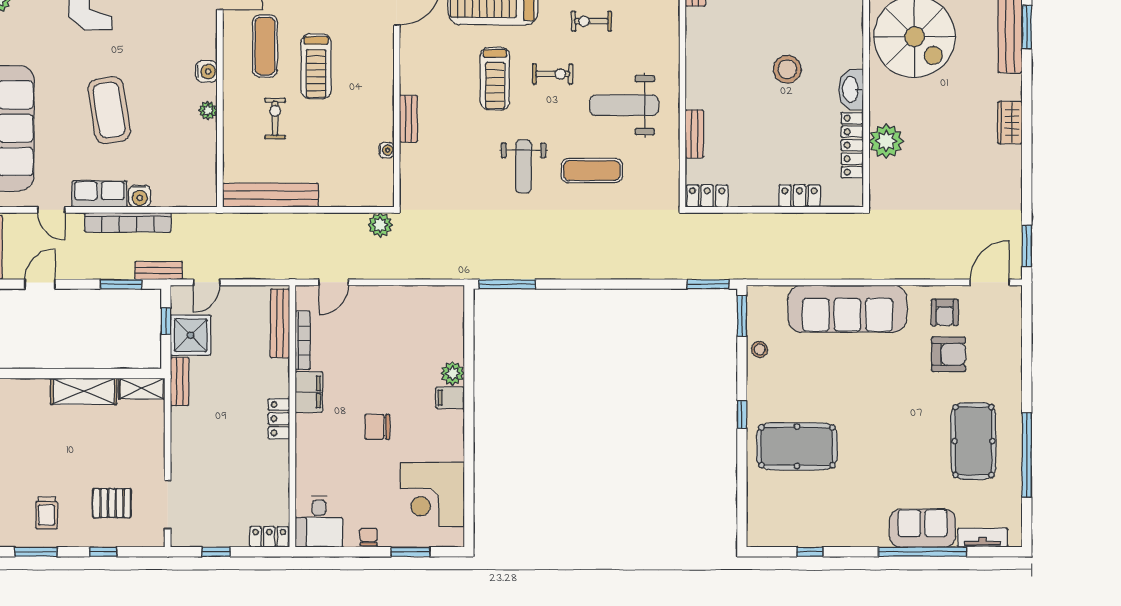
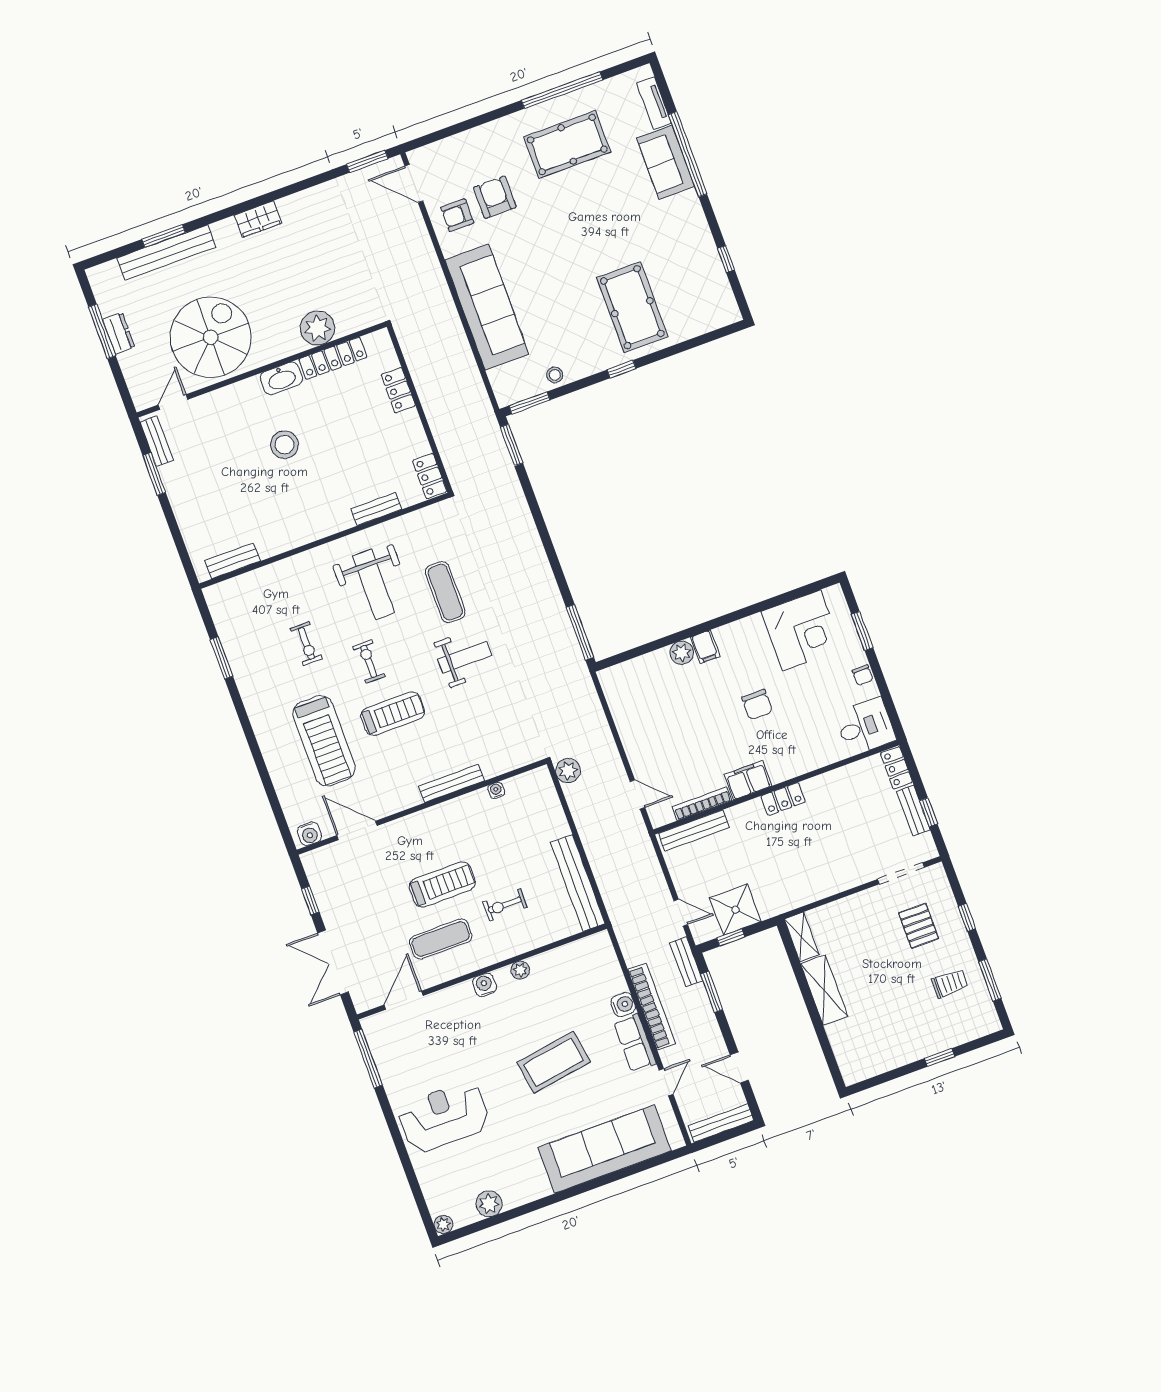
bench: (408, 119) -> (452, 784), width x1.36
armchair: (945, 312) -> (457, 215), turned 180
bench: (180, 381) -> (913, 811), moved, turned 90
chair: (369, 537) -> (863, 675), turned -90

